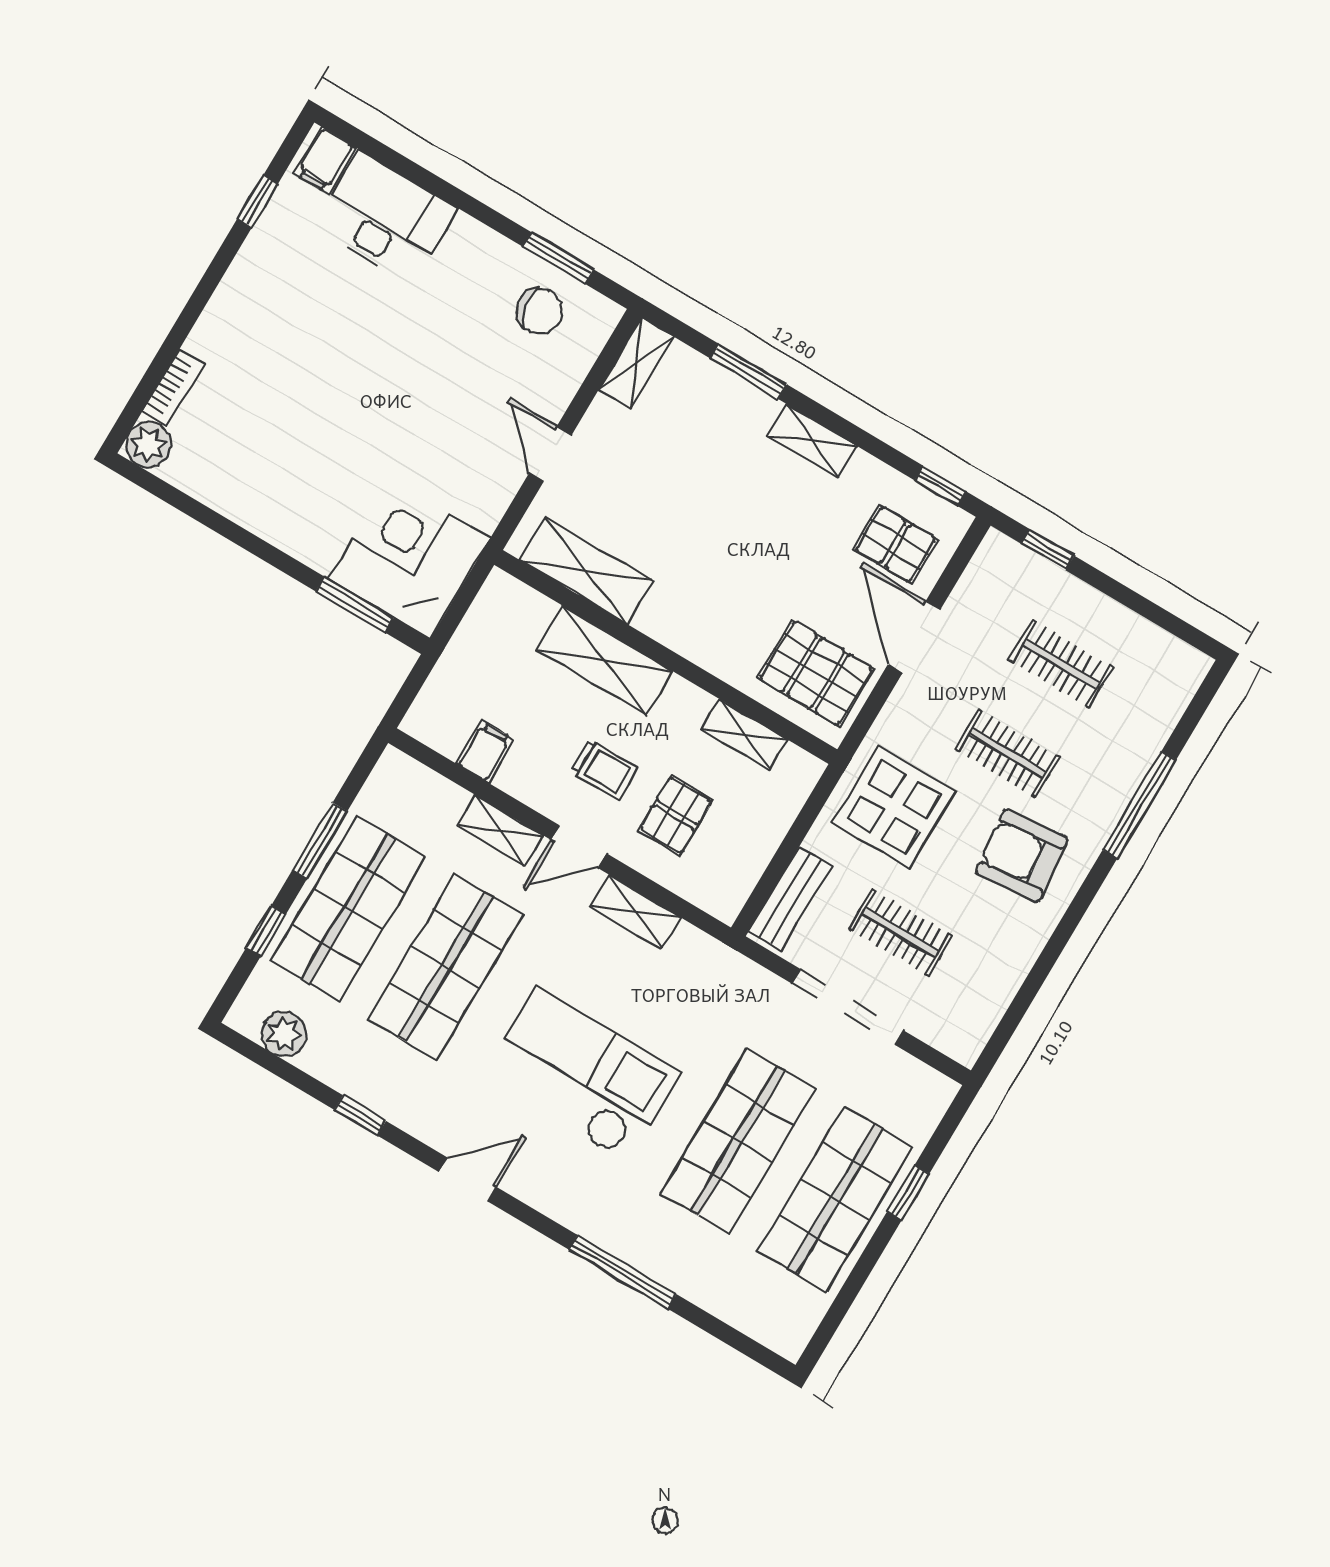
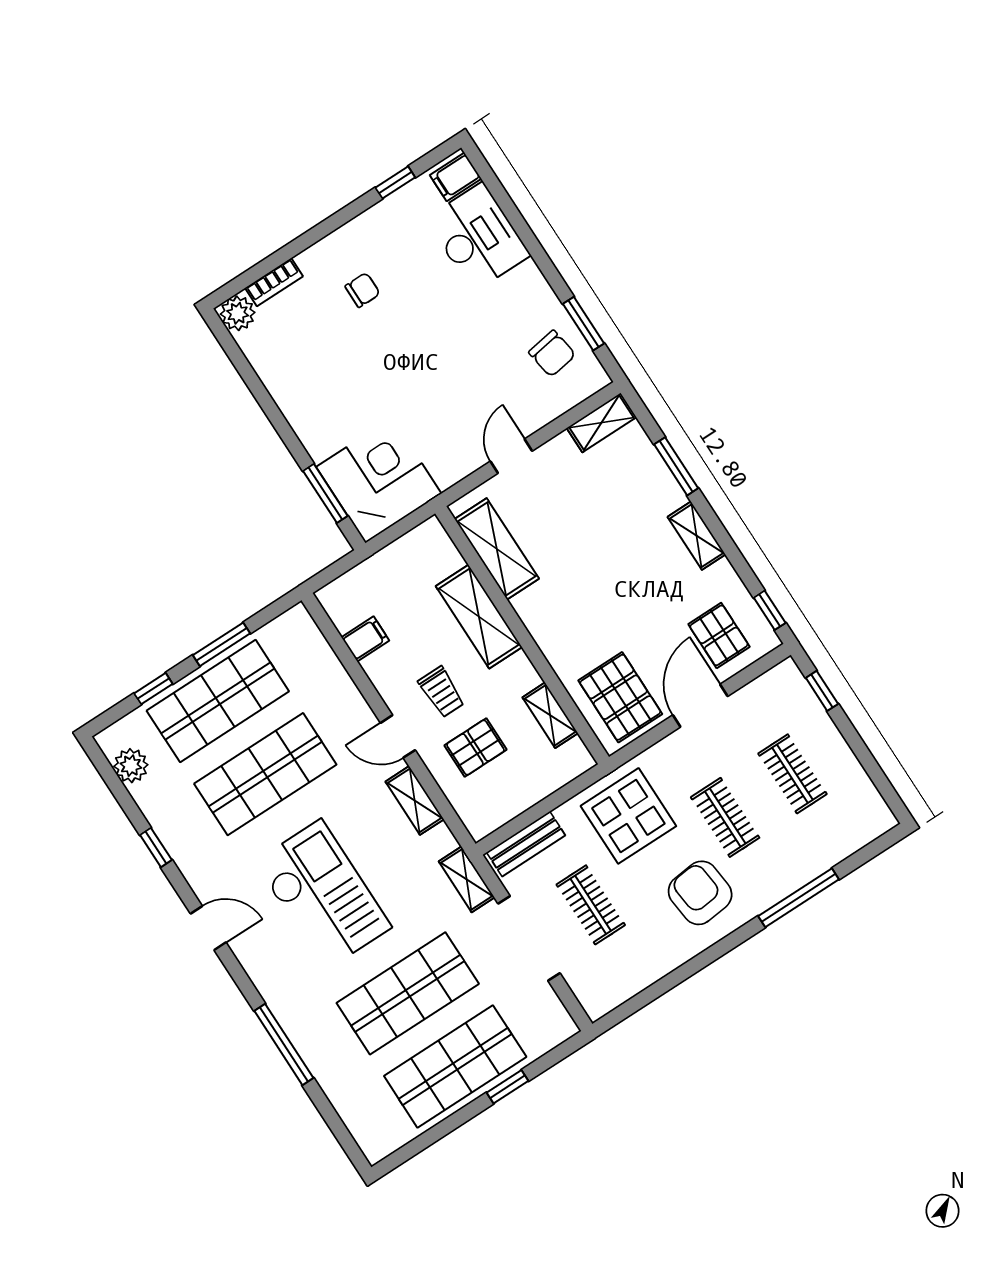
chair: (281, 346) -> (362, 290), added
shelving: (500, 830) -> (467, 879), moved

